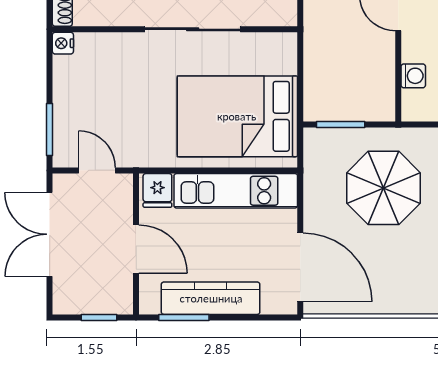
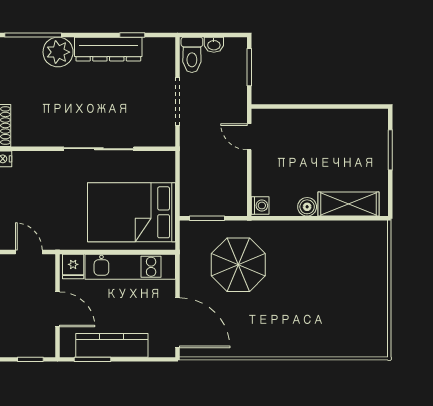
washing machine: (413, 76) -> (260, 206), moved

